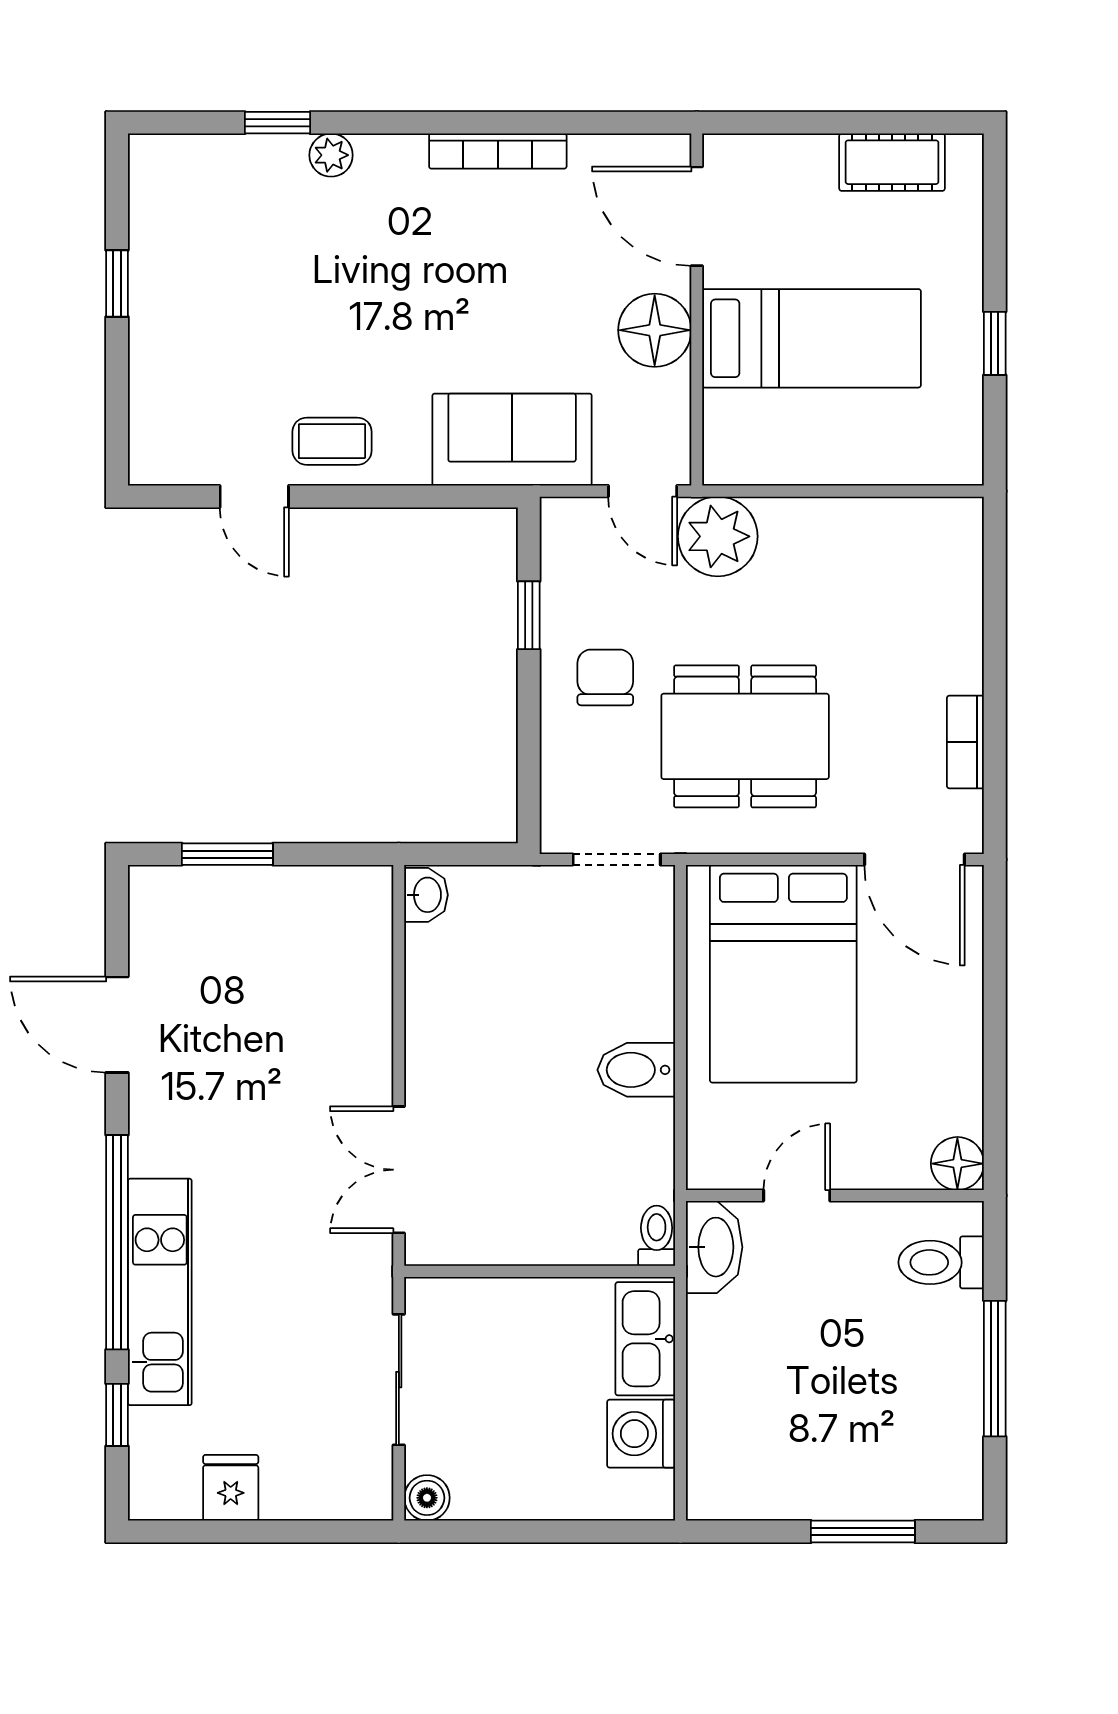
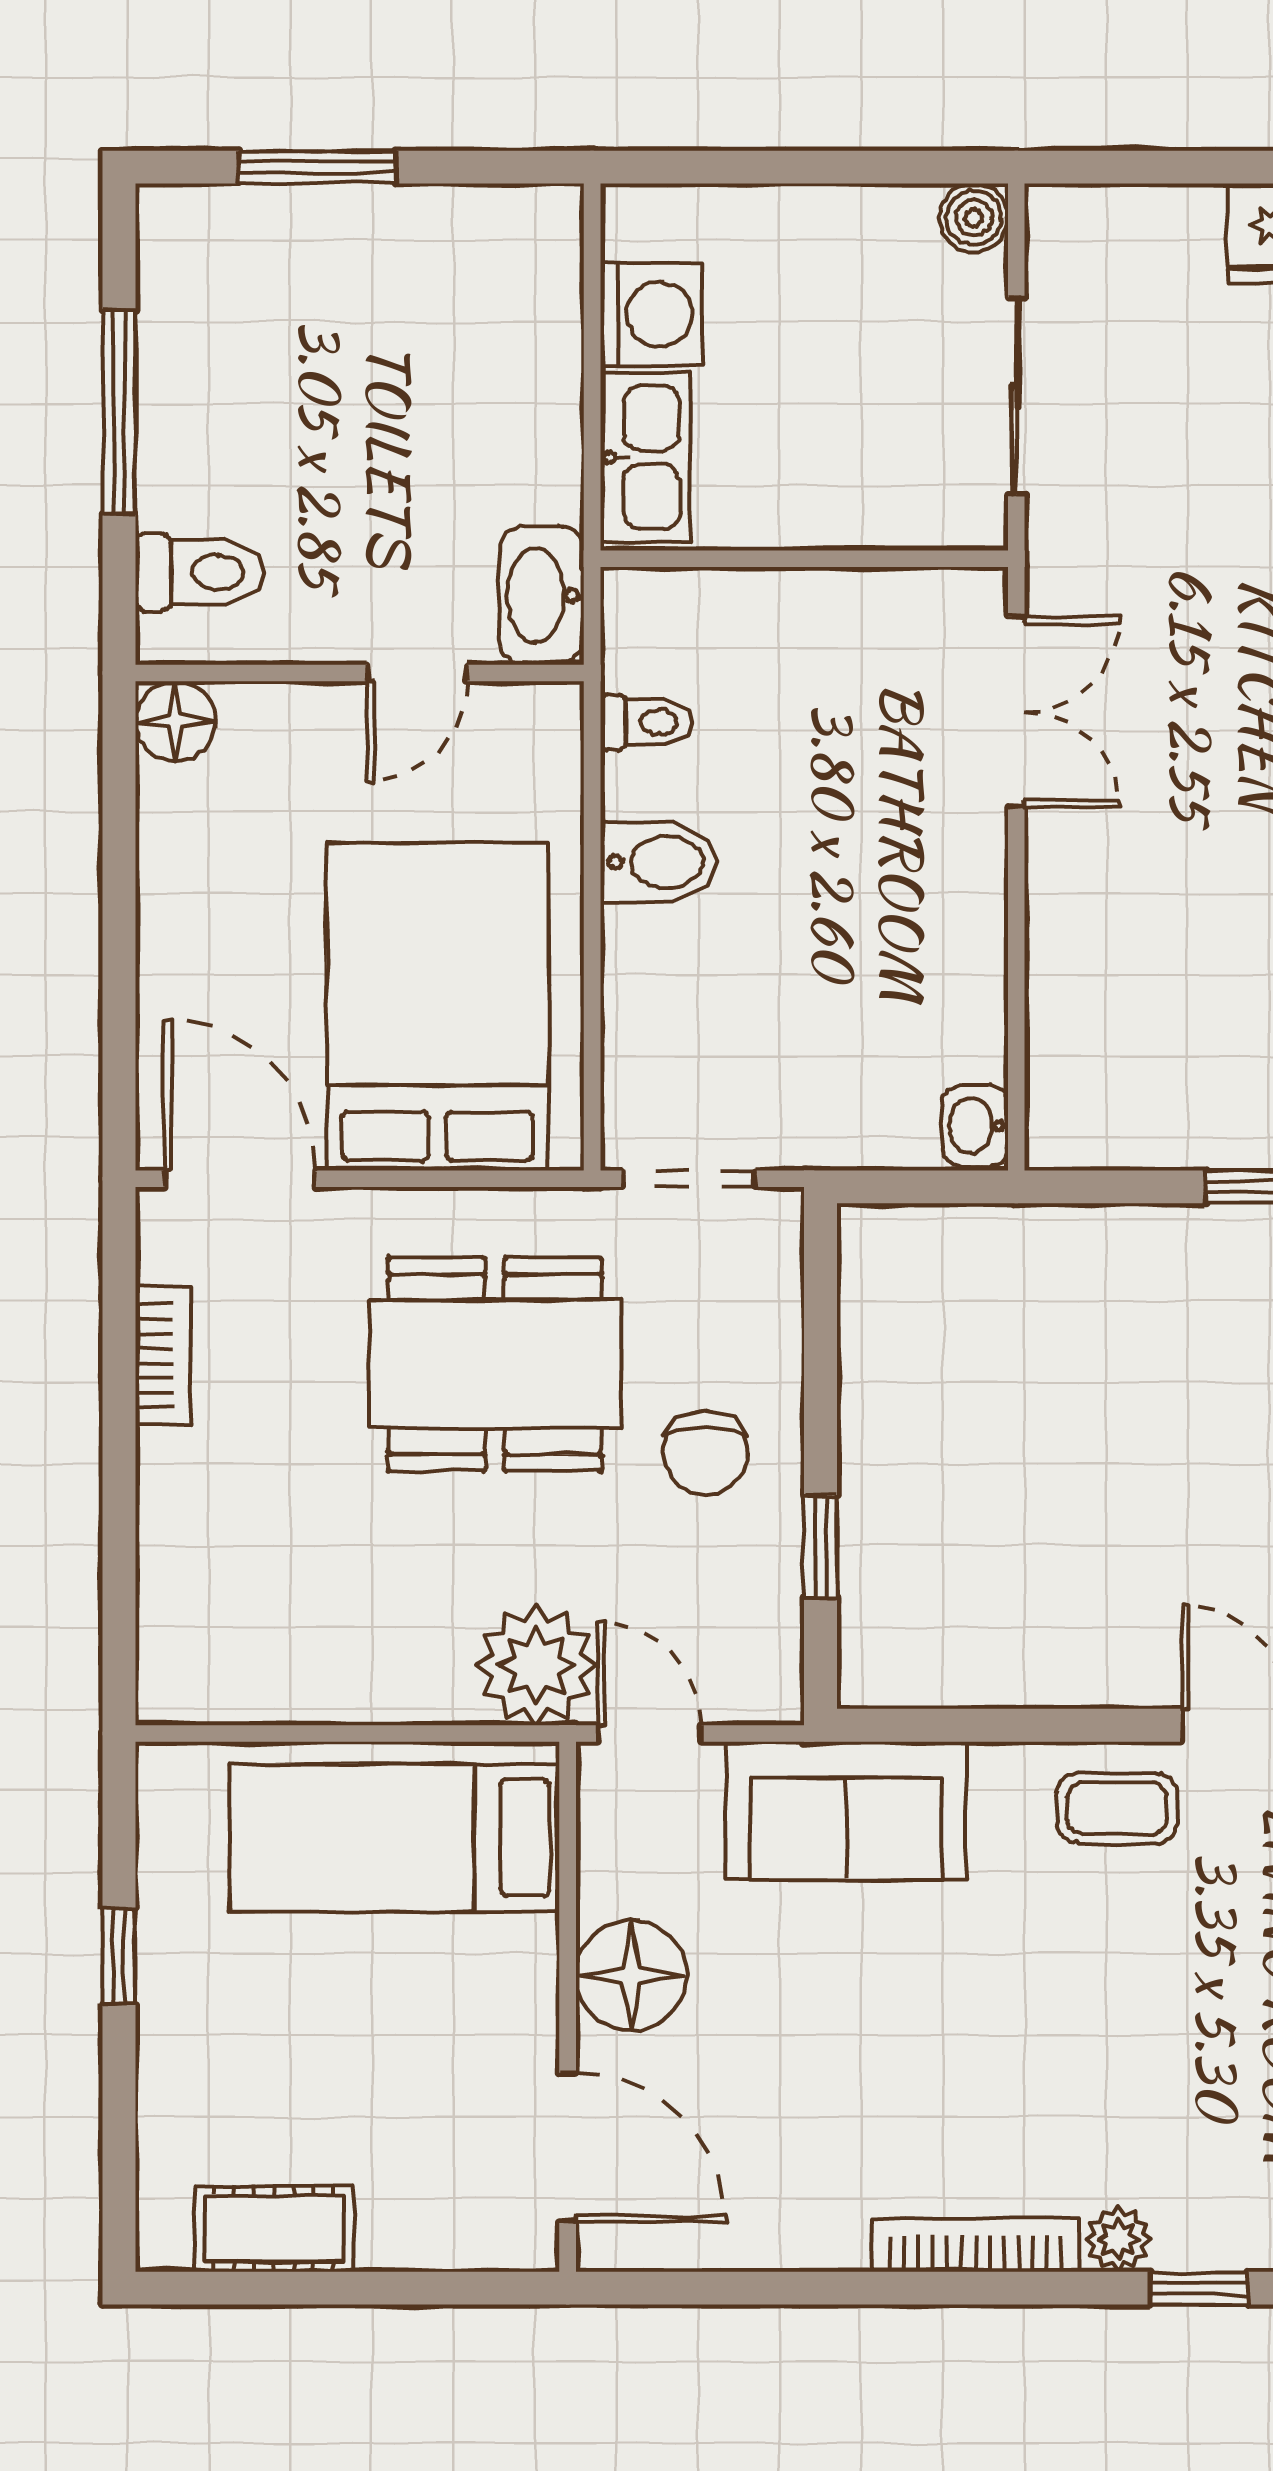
bookcase: (498, 151) -> (976, 2245), moved
bed: (812, 338) -> (395, 1838), moved
toilet: (657, 1236) -> (646, 722), moved, turned -90

